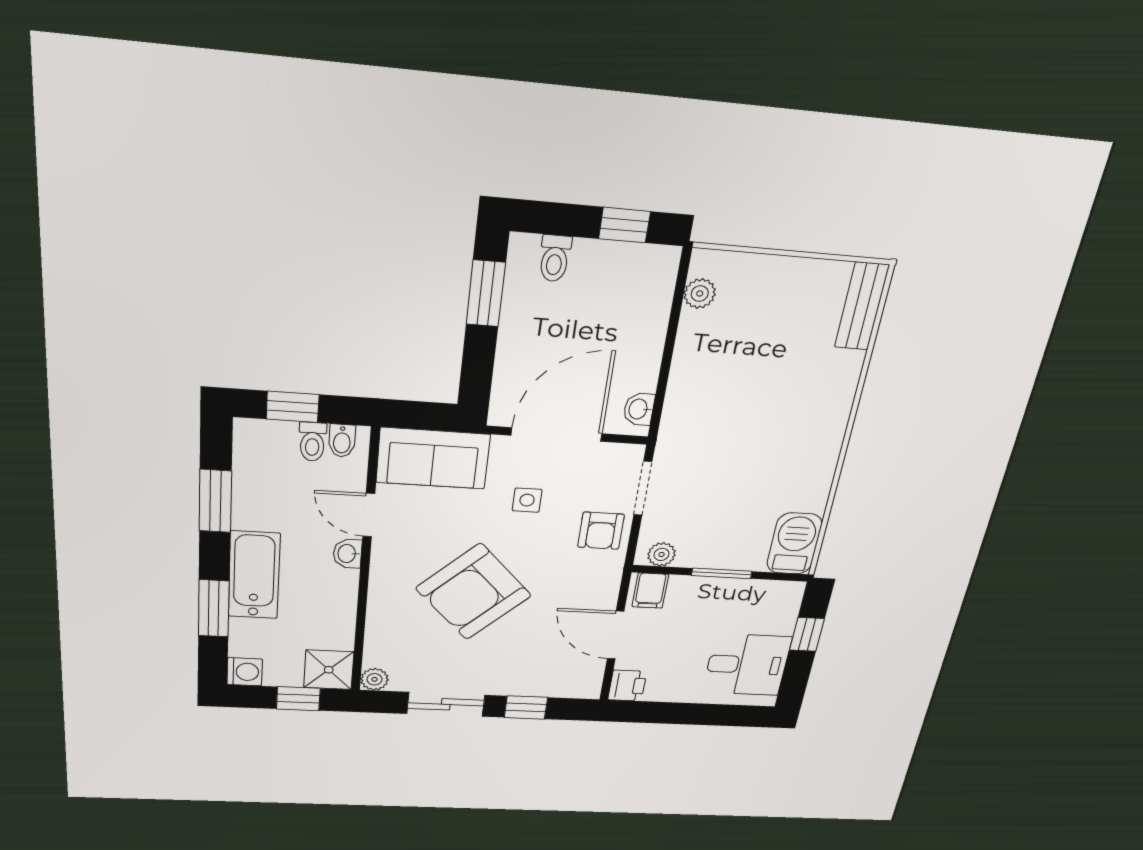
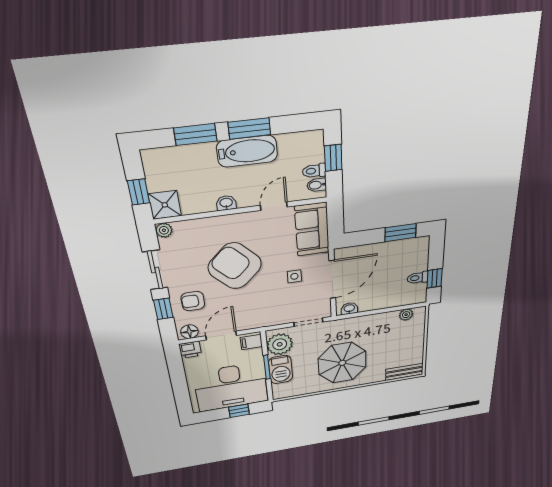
toilet: (555, 258) -> (418, 278), moved
door: (557, 434) -> (332, 279), hinge flipped
parasol: (774, 436) -> (342, 363), added
window: (215, 501) -> (249, 128), moved
armchair: (601, 531) -> (193, 301), moved
barbecue: (794, 544) -> (281, 370), moved, turned 90
washbasin: (347, 554) -> (226, 203), moved
plant: (662, 554) -> (280, 344), width x1.88, depth x1.88
bathtub: (254, 575) -> (247, 151), moved
desk: (747, 665) -> (231, 387), width x1.87, depth x1.30
washing machine: (245, 672) -> (152, 159), removed
floor lamp: (588, 680) -> (189, 332), added

